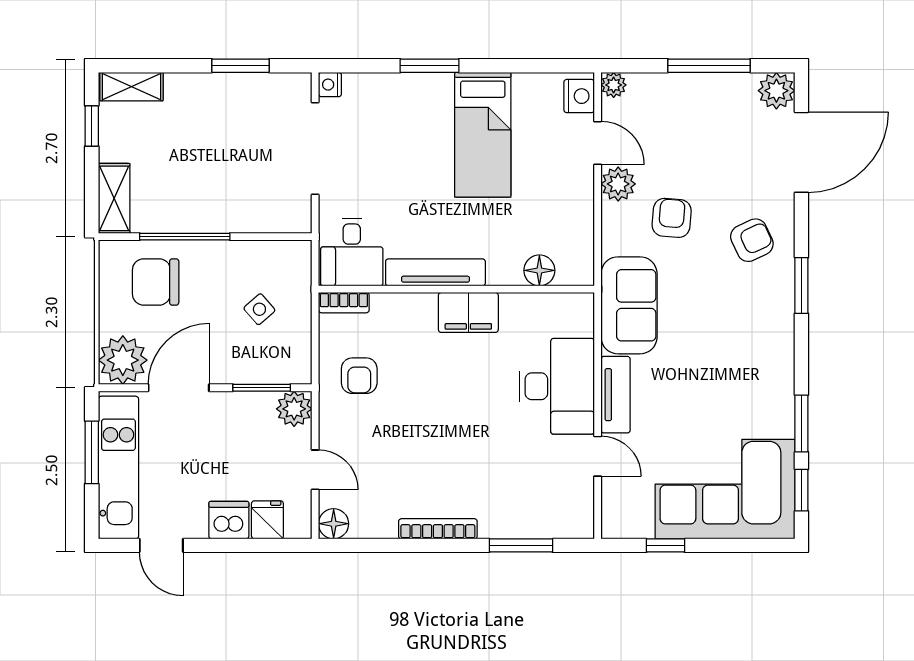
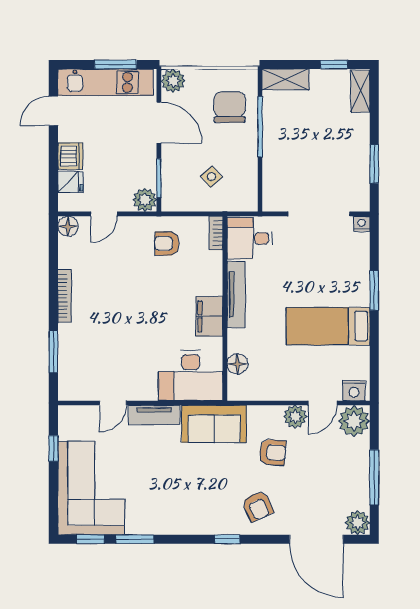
plant: (614, 85) -> (354, 421), width x1.88, depth x1.88
window: (801, 286) -> (227, 539), width x0.67
plant: (123, 360) -> (173, 81), width x0.73, depth x0.73
desk: (557, 386) -> (191, 376), moved

